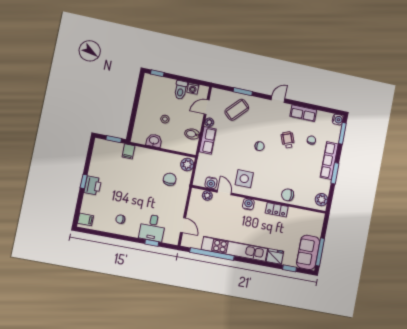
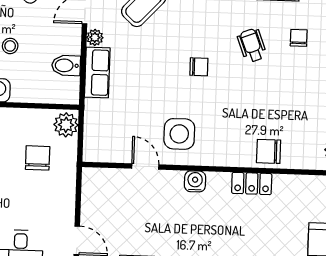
water cooler: (211, 183) -> (117, 152), removed
plant: (207, 195) -> (114, 177), removed

